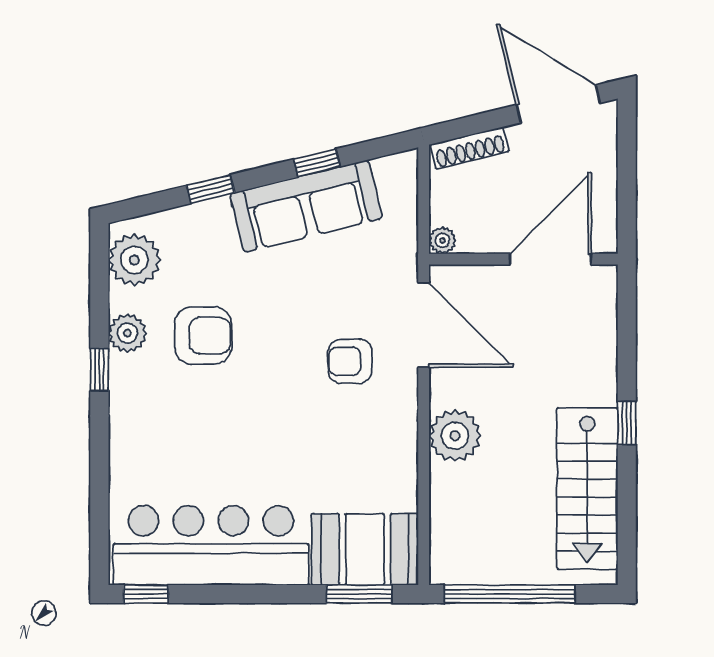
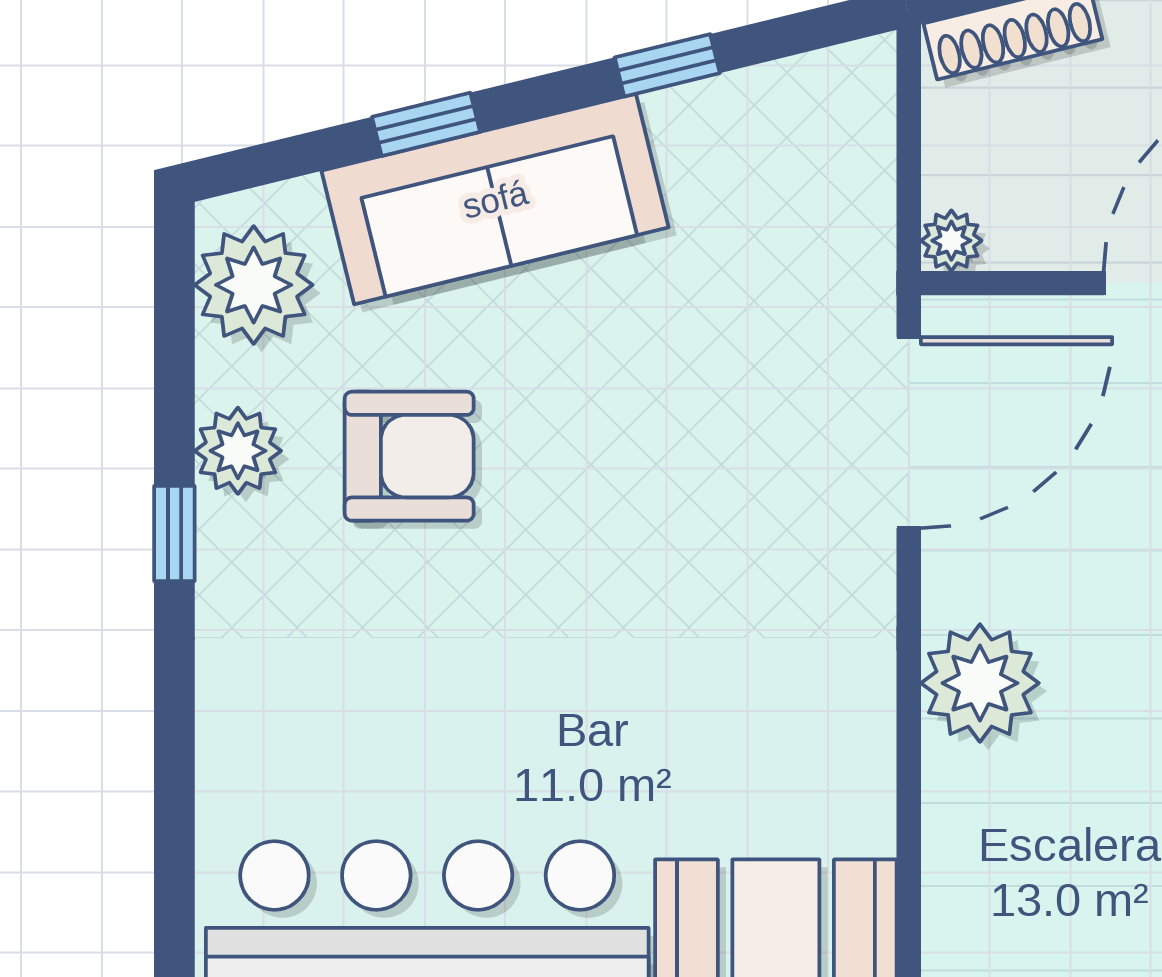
sofa: (306, 206) -> (495, 199), moved
door: (424, 325) -> (909, 433), hinge flipped
armchair: (350, 361) -> (742, 515), removed

